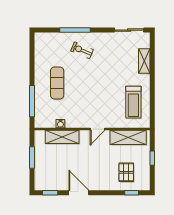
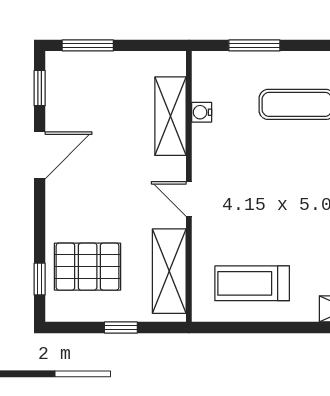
window: (32, 101) -> (254, 45), width x0.69
window: (32, 157) -> (88, 45), moved
pallet: (126, 172) -> (88, 267), width x1.50, depth x1.42

